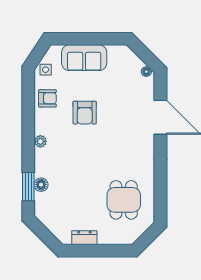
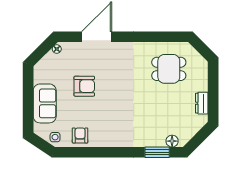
armchair: (85, 113) -> (84, 86), moved
plant: (40, 141) -> (118, 142), removed
floor lamp: (41, 185) -> (172, 141), moved

